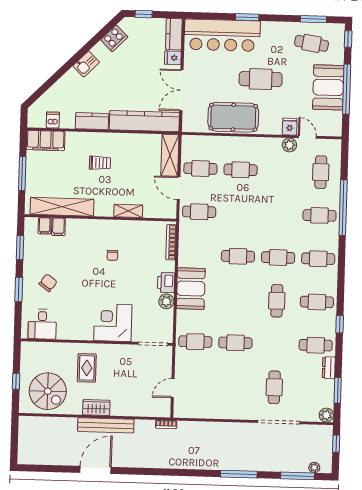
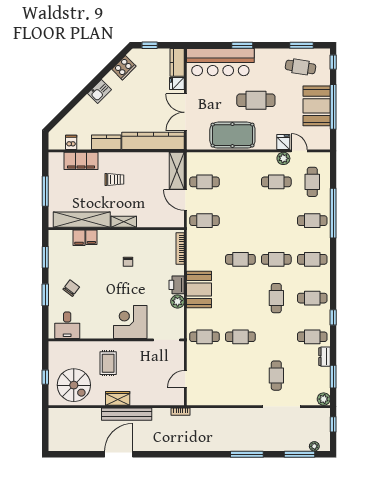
filing cabinet: (46, 140) -> (81, 161), moved
cafe table: (241, 170) -> (276, 182), moved
shelving: (128, 211) -> (124, 222), moved
filing cabinet: (45, 226) -> (91, 237), moved

